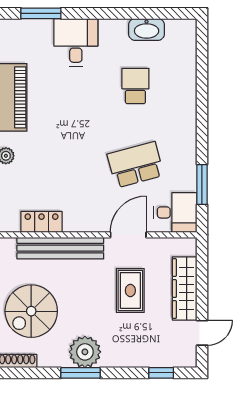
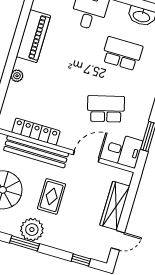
school desk: (135, 86) -> (122, 54), width x1.85
locker: (42, 222) -> (36, 132), width x1.53
rug: (130, 291) -> (52, 196), moved

